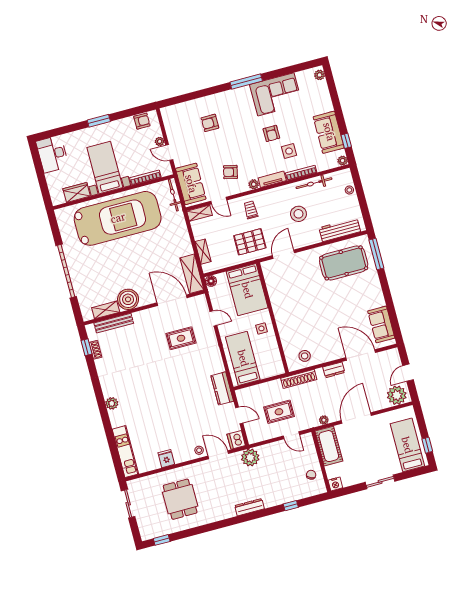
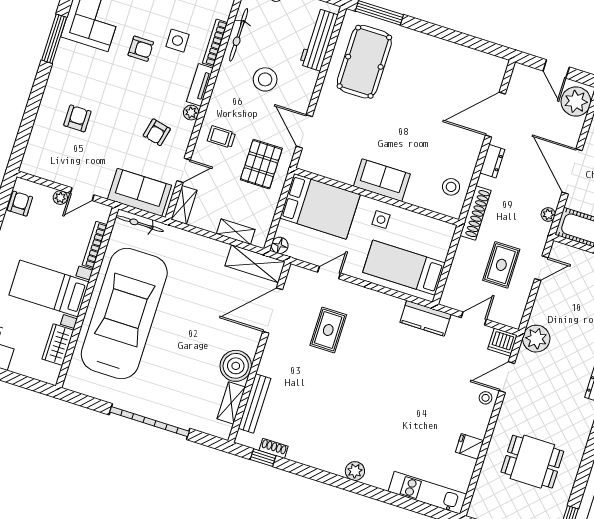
armchair: (210, 123) -> (77, 118), turned 180
sofa: (381, 324) -> (382, 180), moved, turned 180

